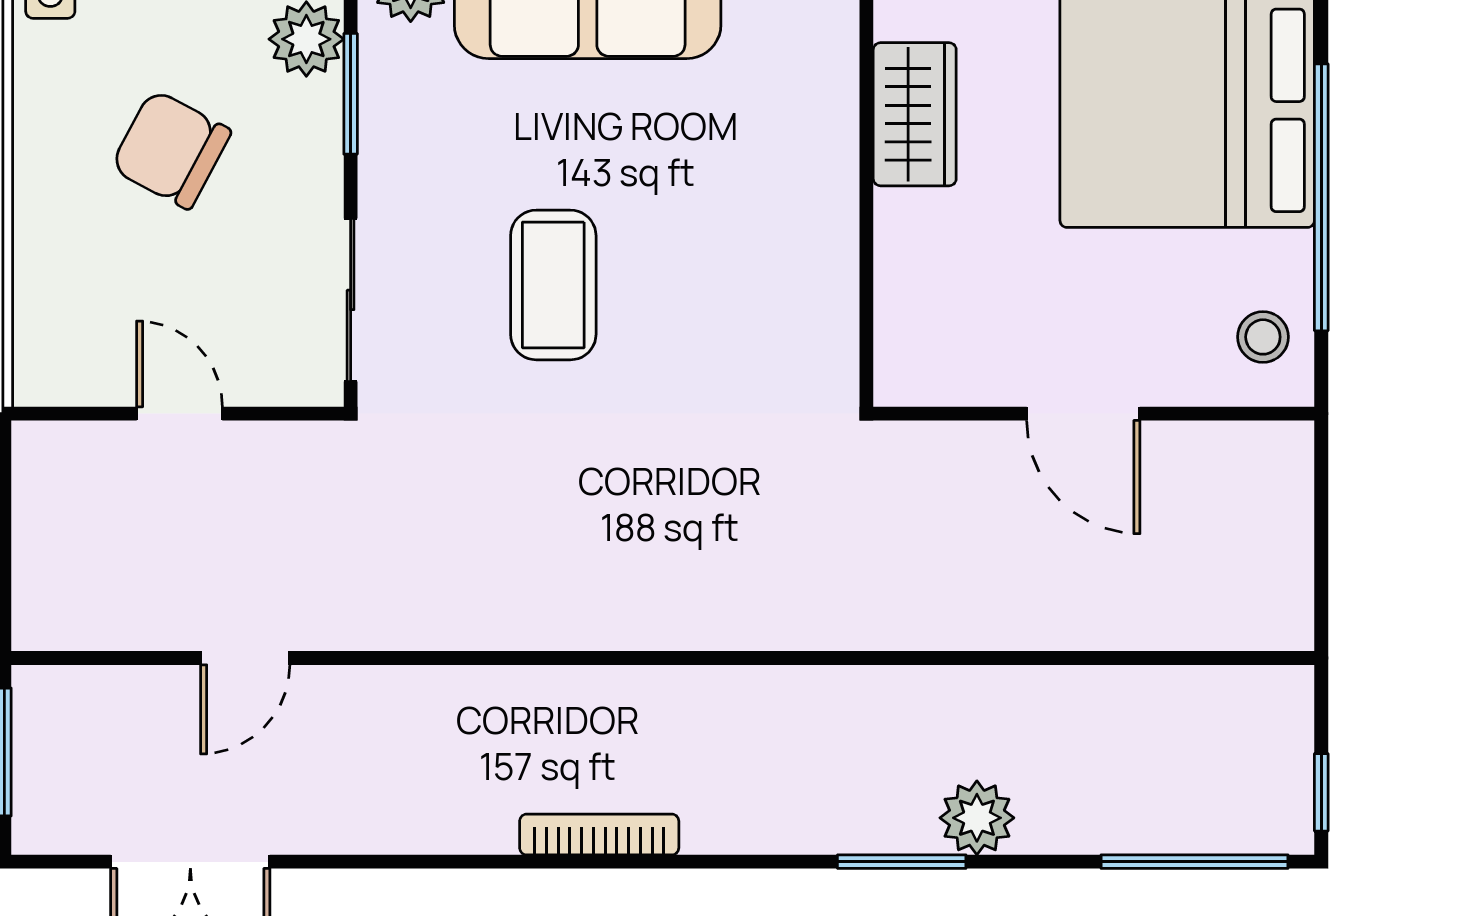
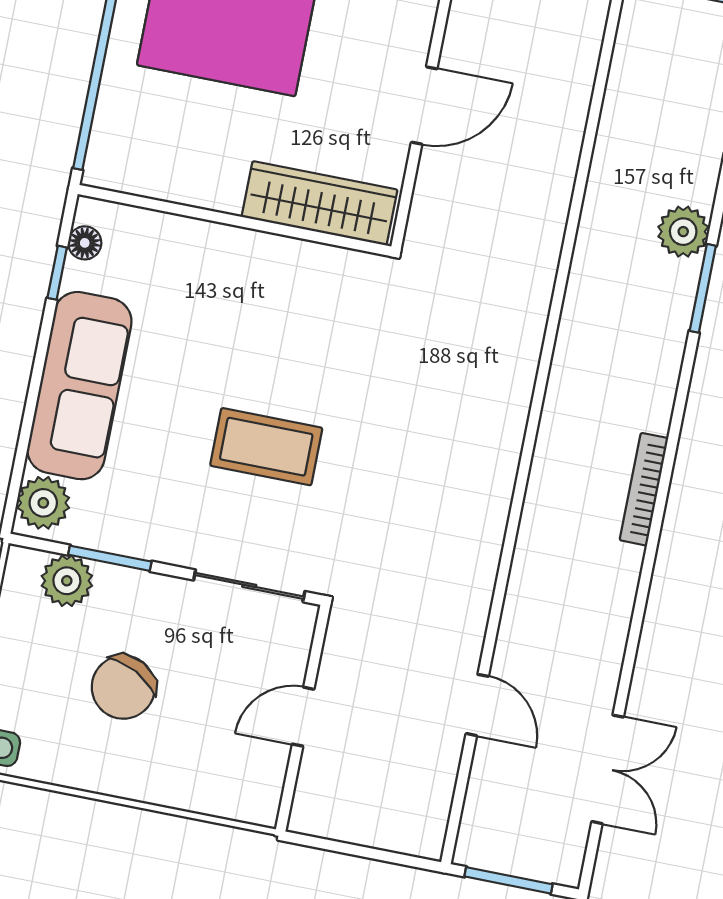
wardrobe: (915, 114) -> (320, 203), moved, width x1.50

